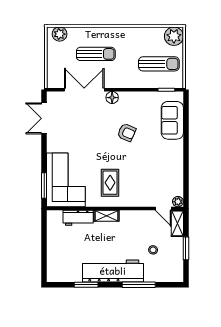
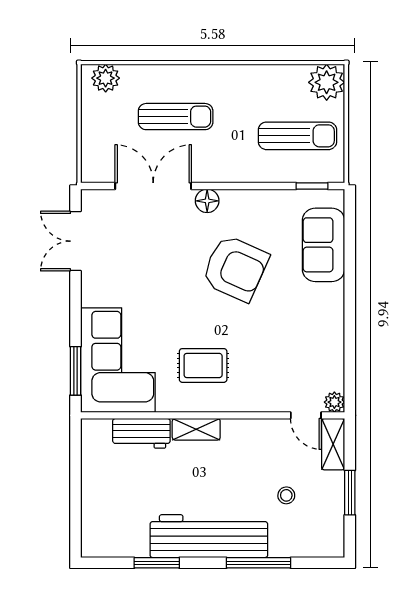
armchair: (127, 132) -> (235, 268), width x1.88, depth x1.88
rug: (110, 183) -> (203, 365), turned 90

